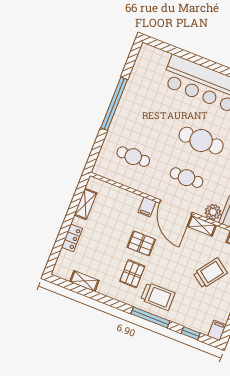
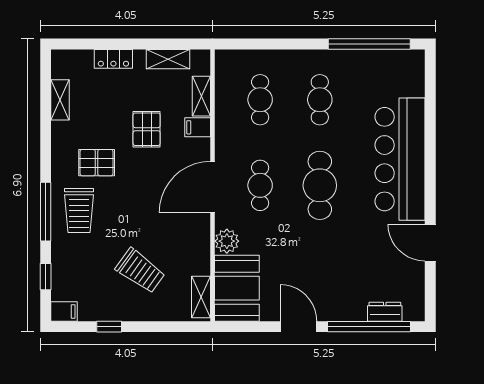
window: (114, 104) -> (369, 44), moved
cafe table: (148, 120) -> (320, 100), added
filing cabinet: (147, 207) -> (198, 127), moved
shelving: (202, 226) -> (201, 96), moved
pallet: (141, 243) -> (147, 129), moved

